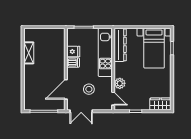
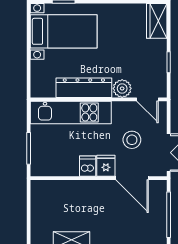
dresser: (120, 45) -> (84, 88), moved
fridge: (73, 52) -> (106, 166), moved
door: (113, 99) -> (148, 99), swing flipped

